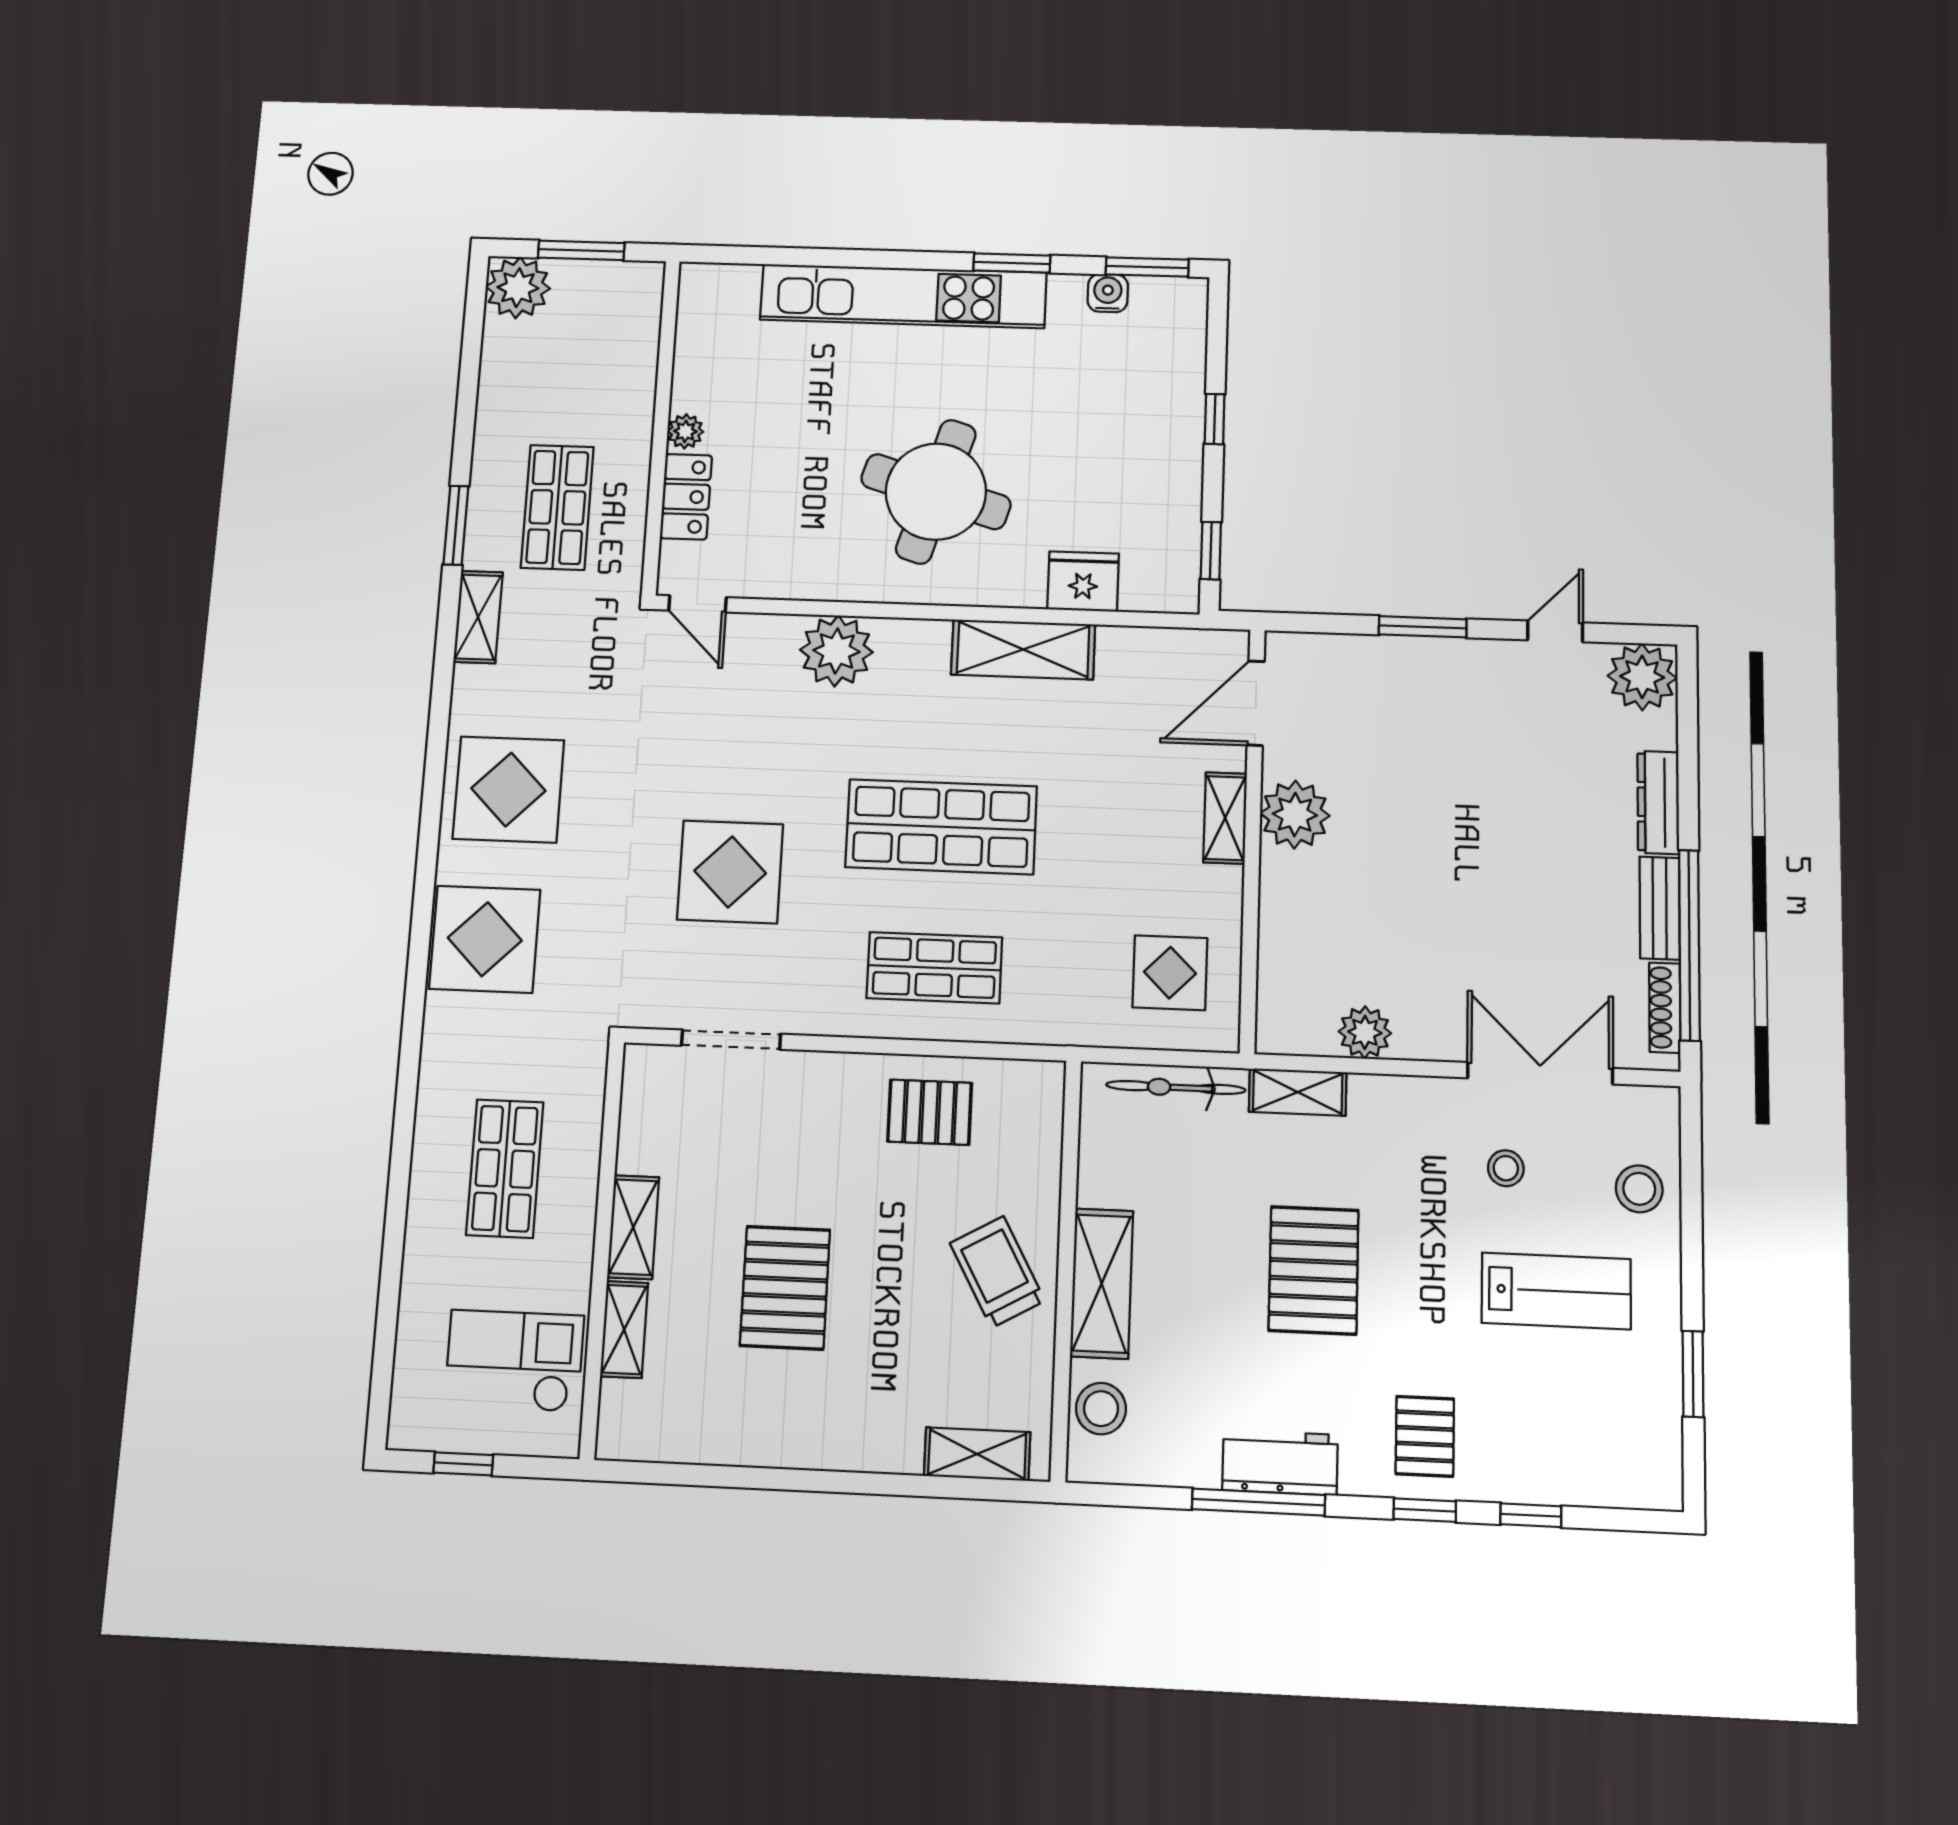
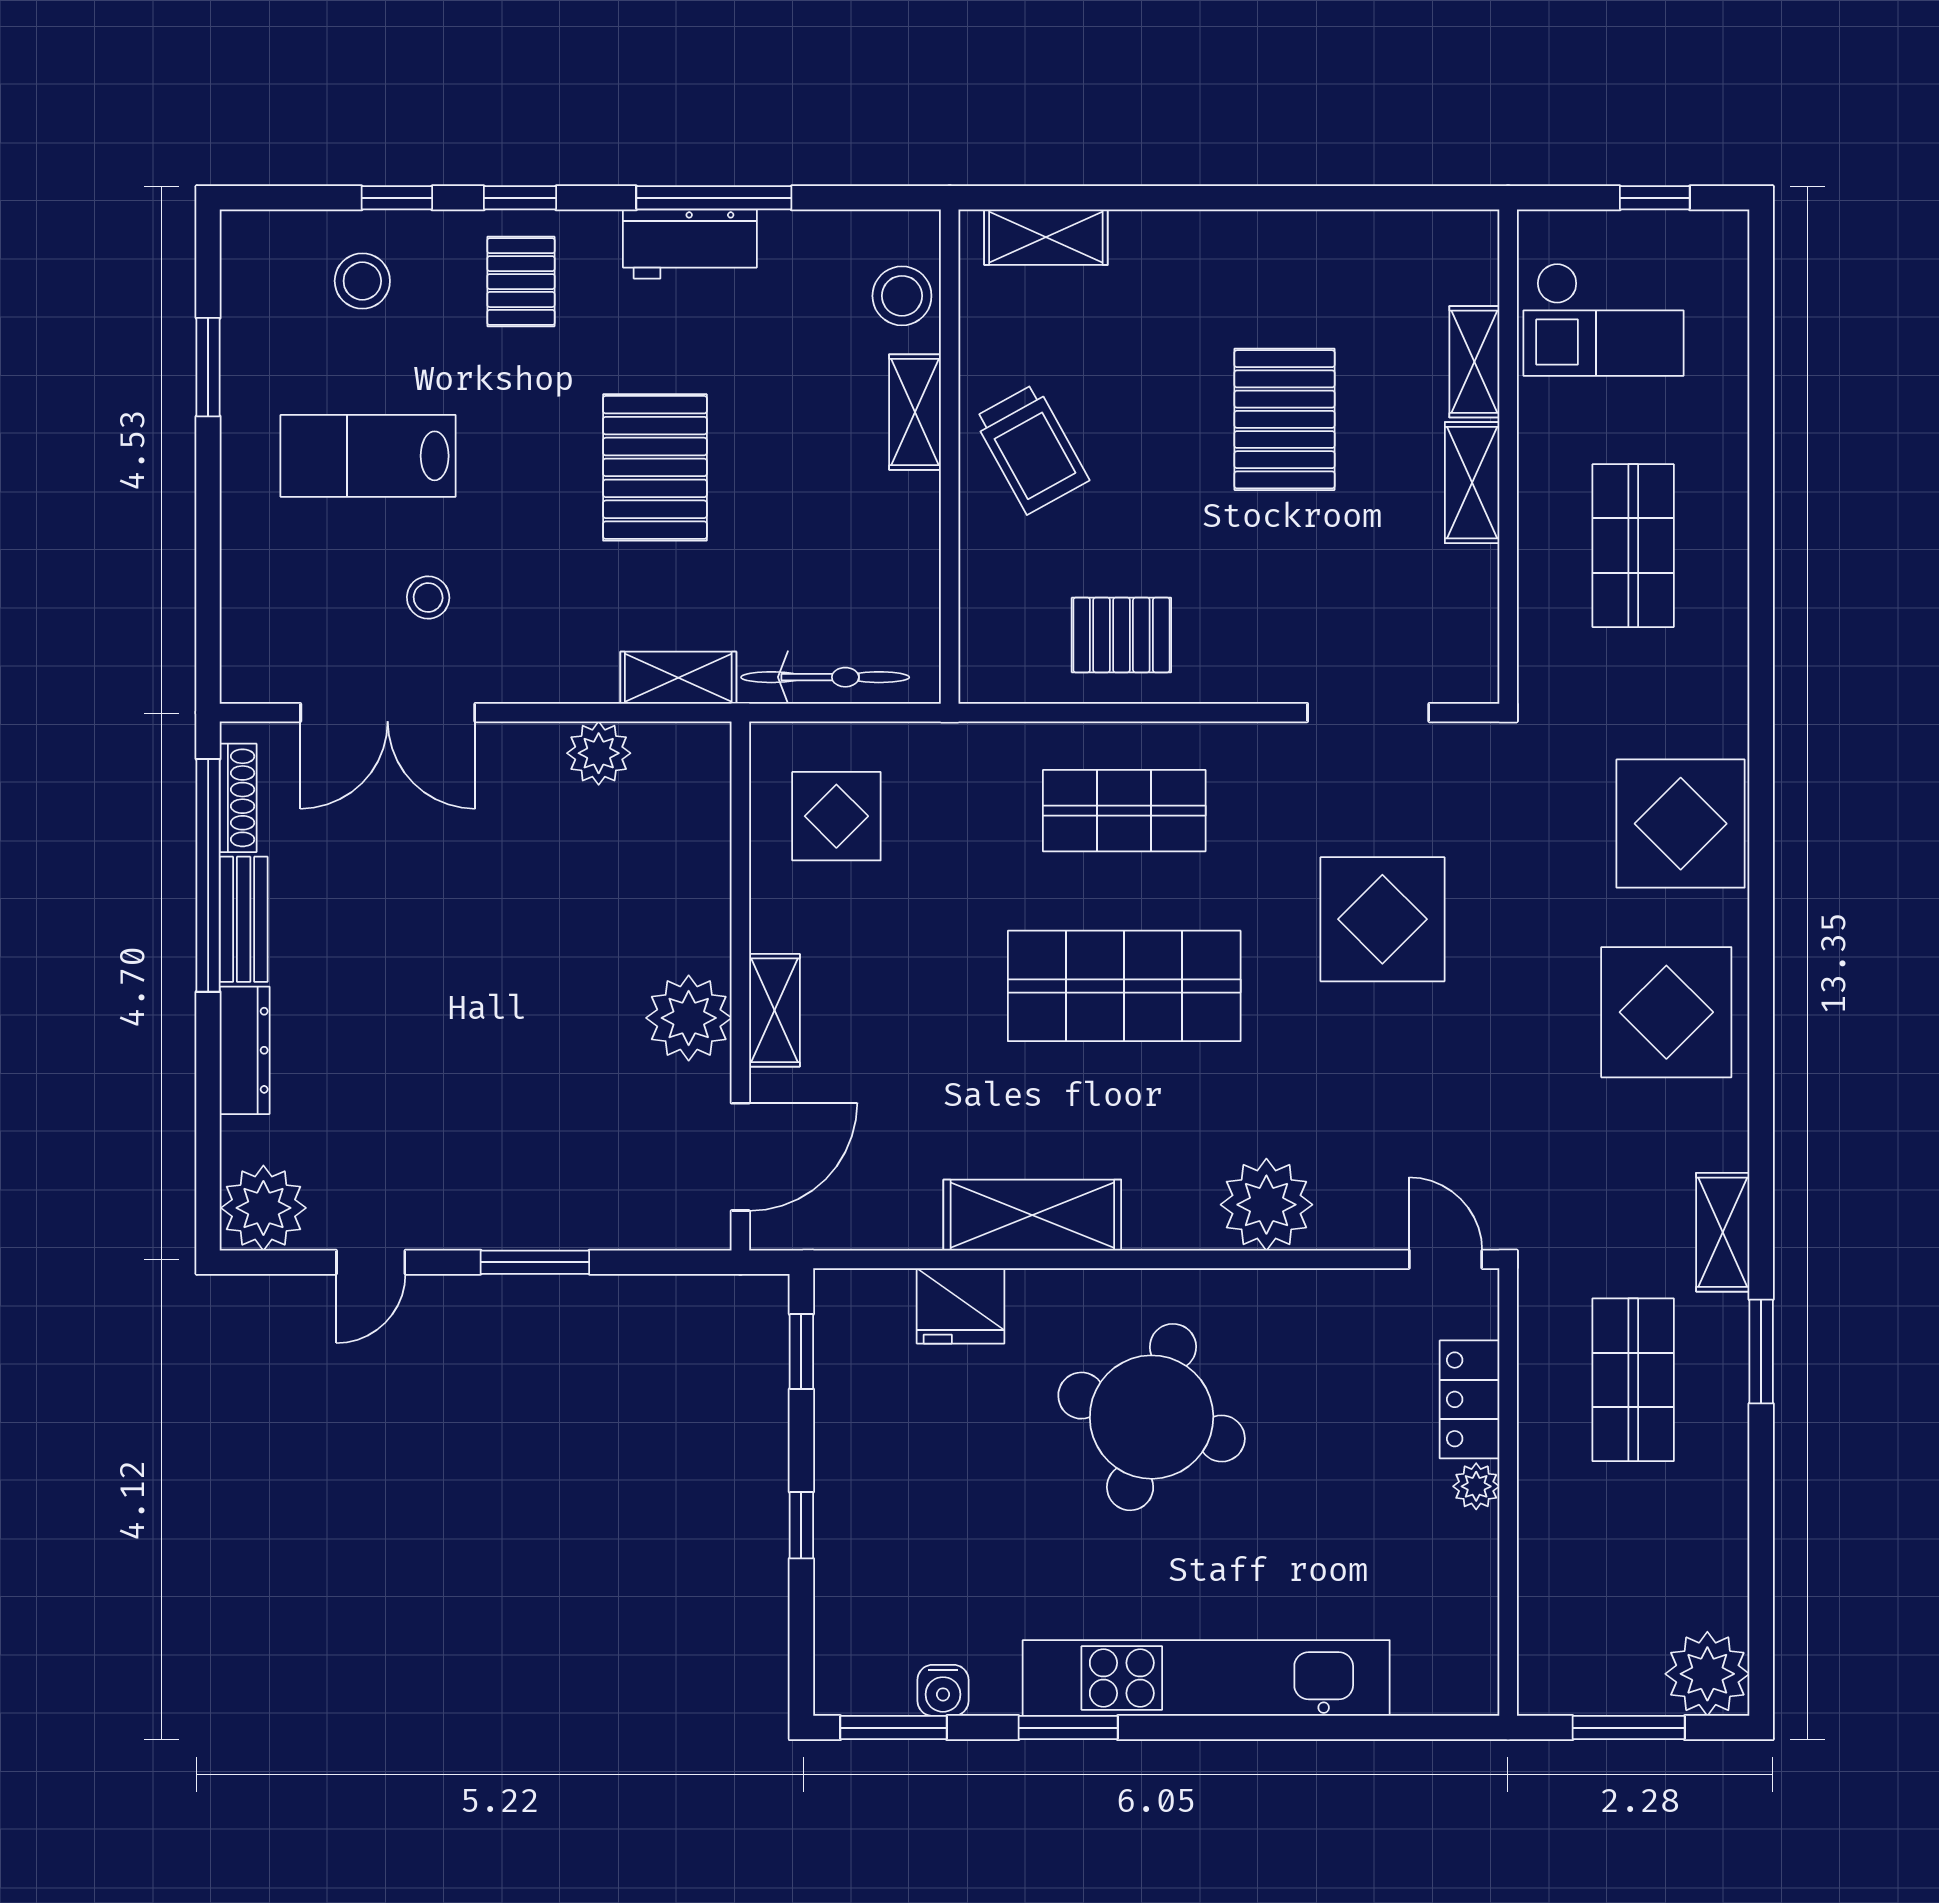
stool: (1639, 1189) -> (362, 281), moved
shelving: (1102, 1283) -> (915, 412), width x0.67, depth x0.75

